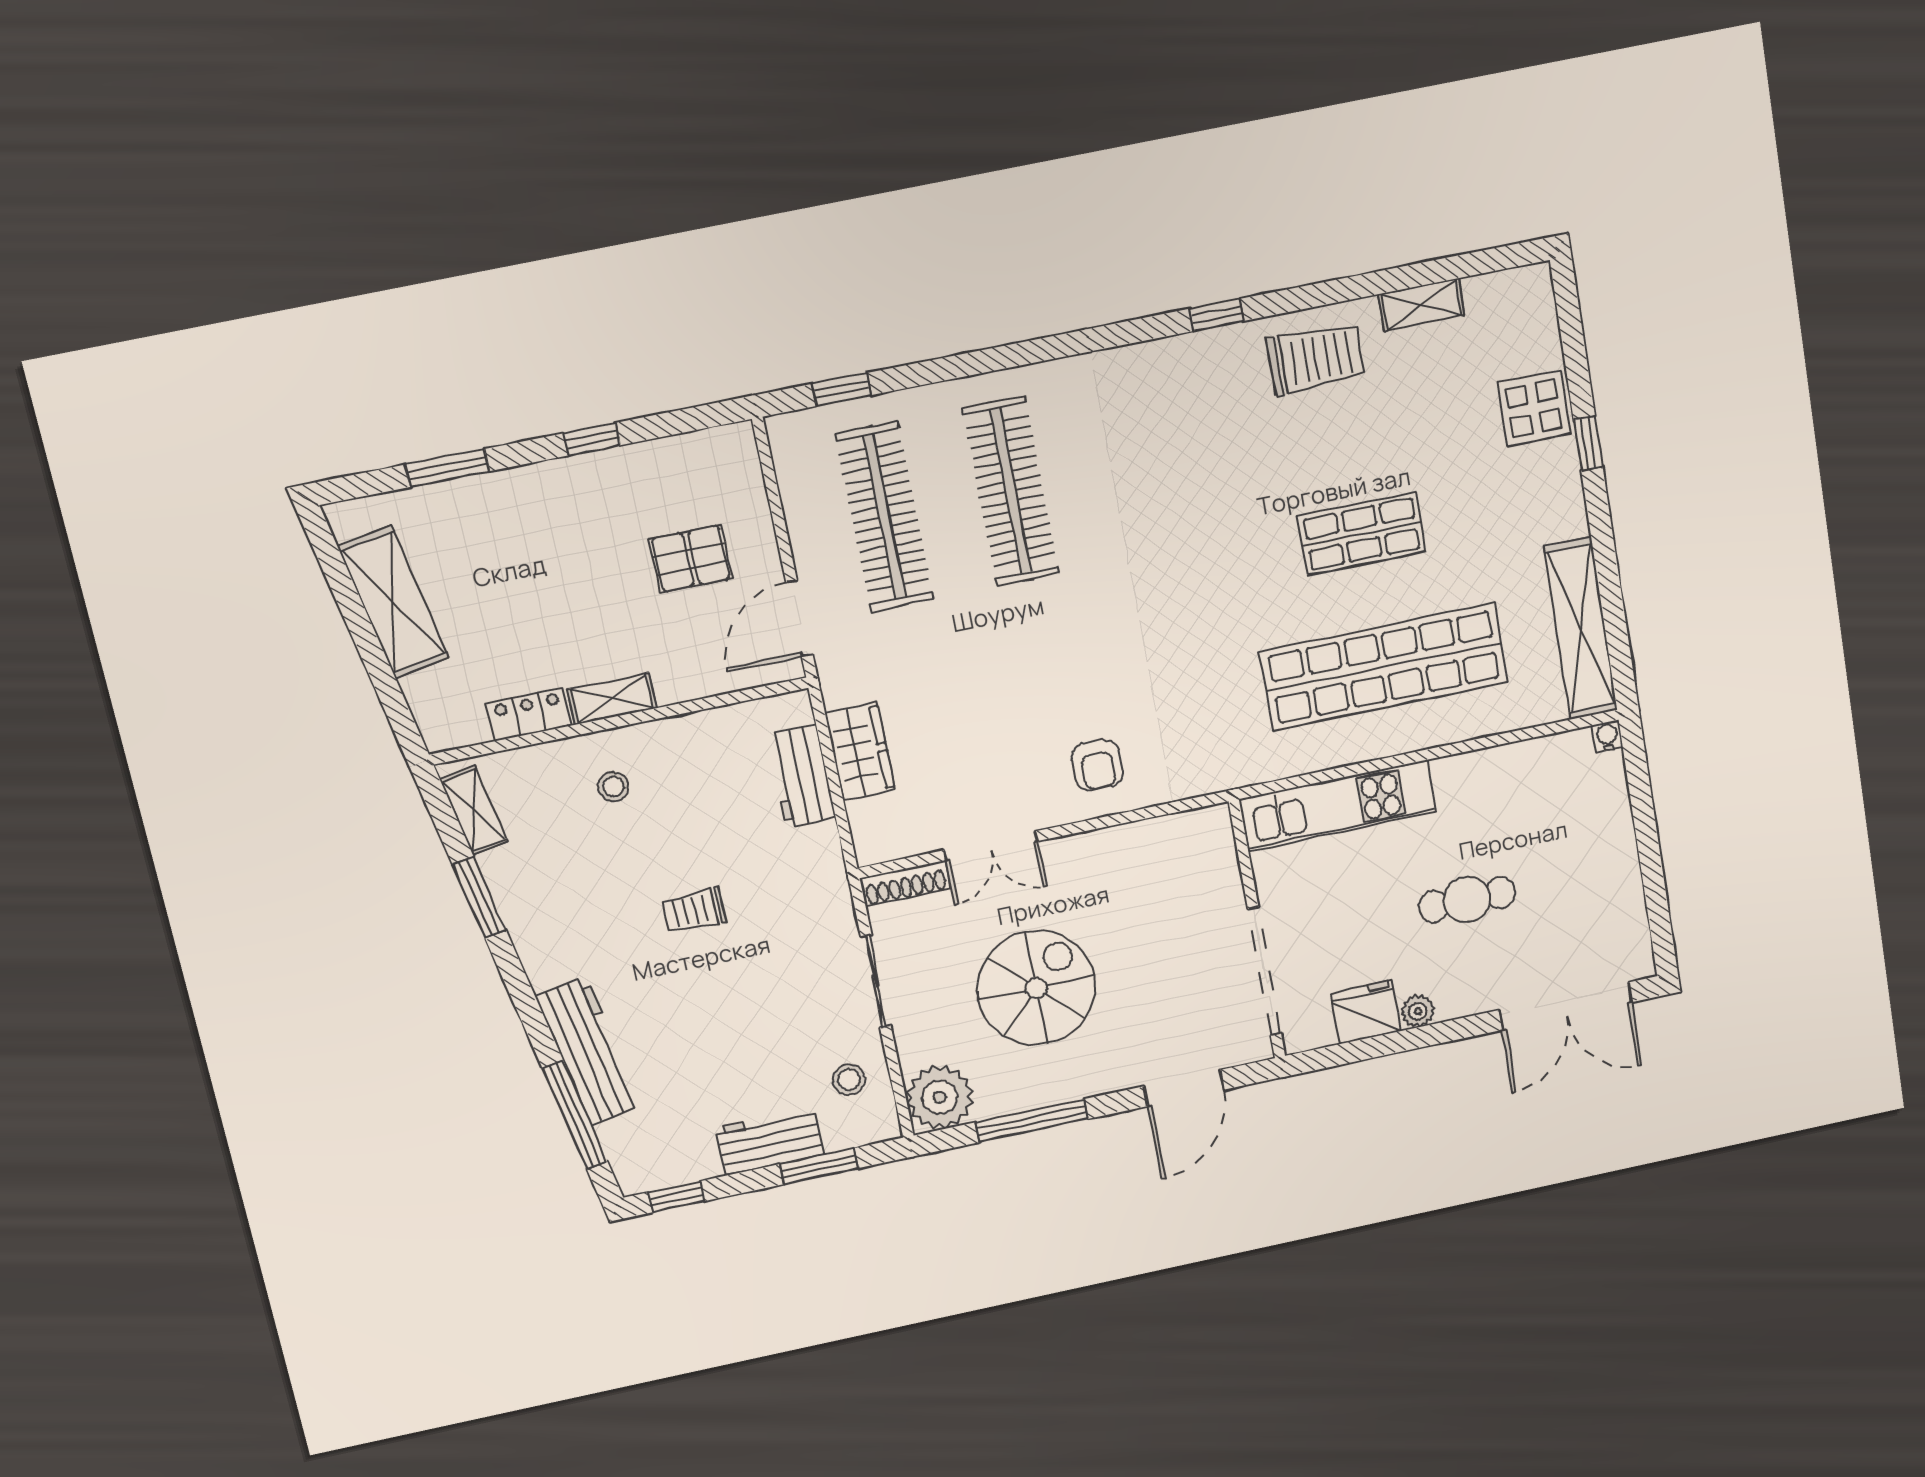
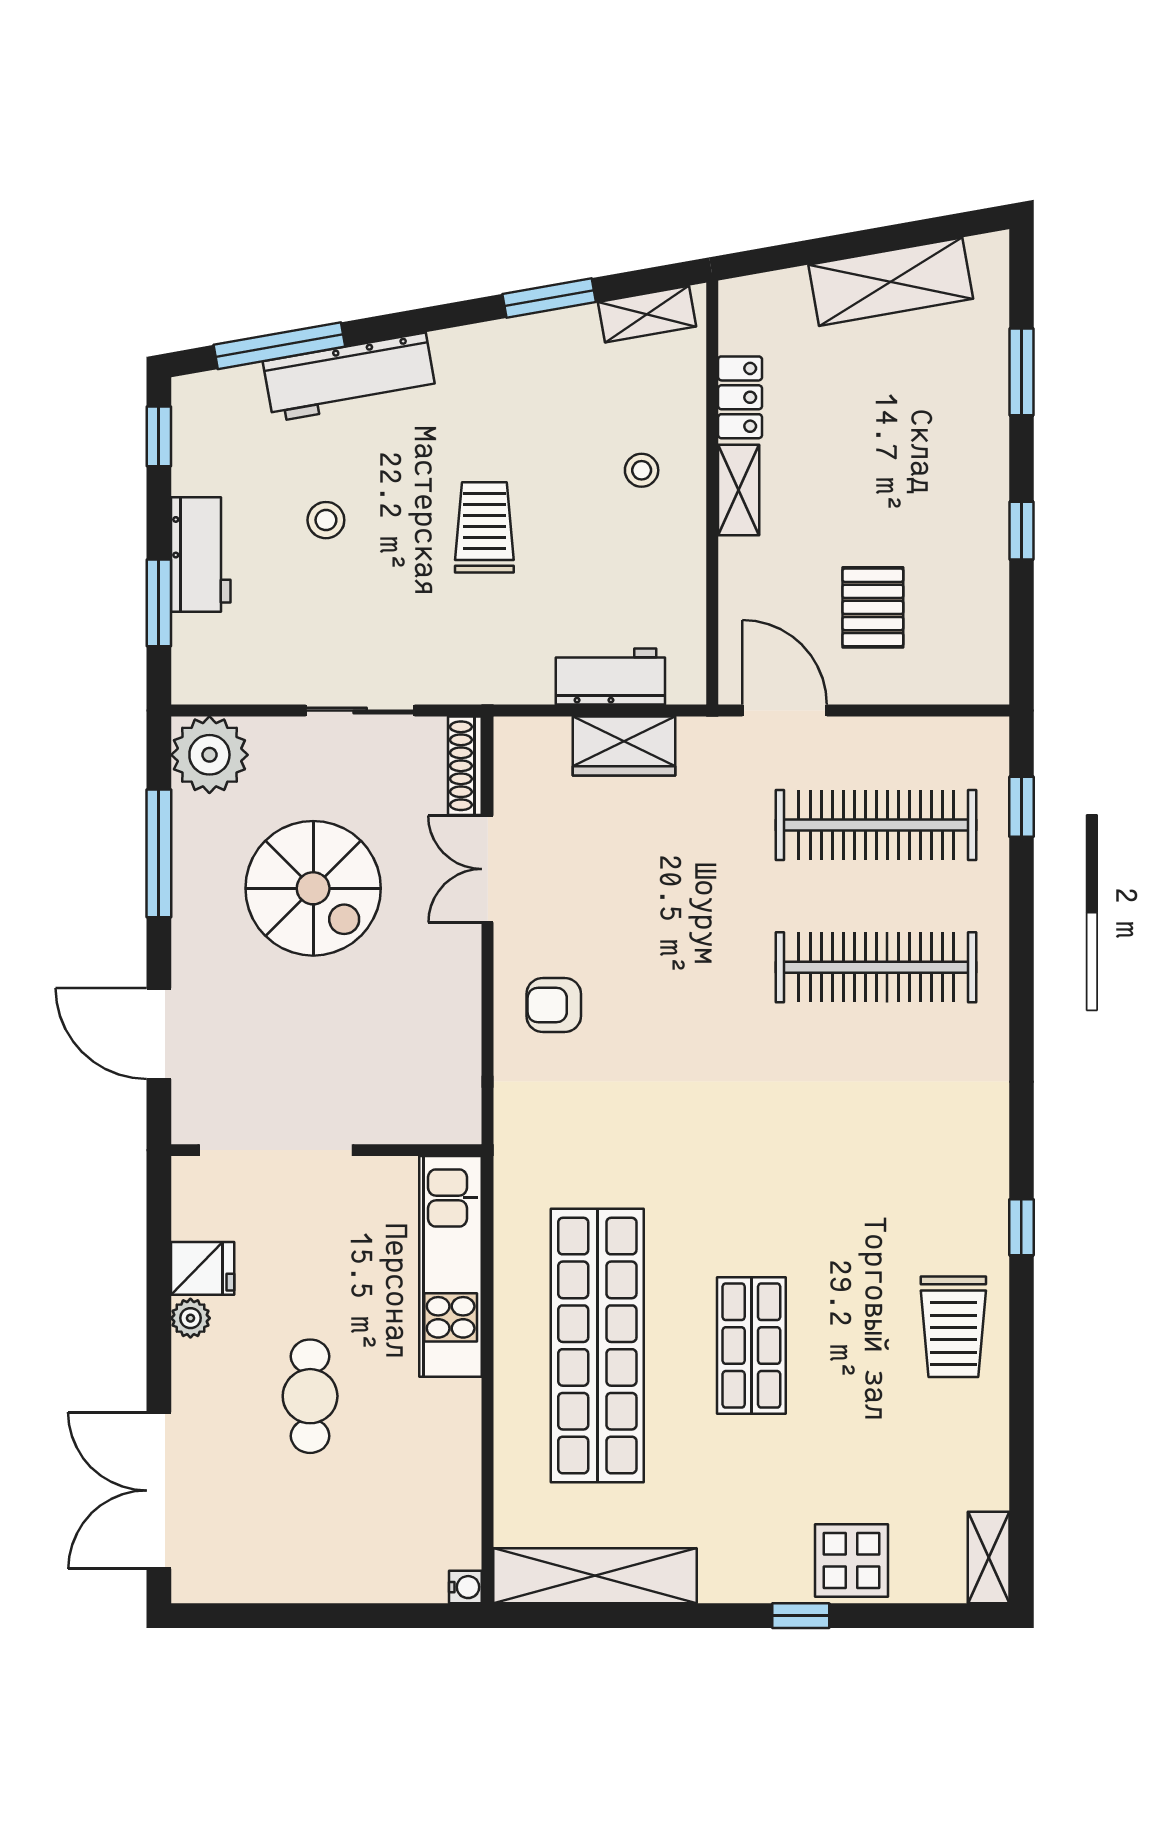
shelving: (1421, 305) -> (989, 1557), moved
trolley: (694, 910) -> (484, 527), width x1.36, depth x1.39
fridge: (1366, 1012) -> (203, 1268), width x0.72
stool: (849, 1080) -> (326, 520), moved

